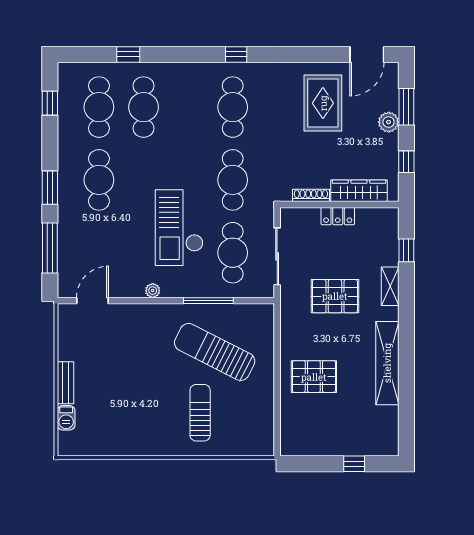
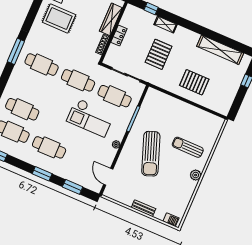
window: (236, 54) -> (16, 51), width x2.17
window: (50, 248) -> (73, 187), width x0.69
sun lounger: (215, 352) -> (151, 154), moved, turned -47
shelving: (387, 363) -> (220, 50), moved
pallet: (314, 377) -> (194, 82), turned 90
barbecue: (66, 418) -> (171, 220), moved
plant: (159, 446) -> (196, 175), added

